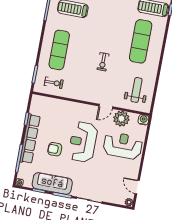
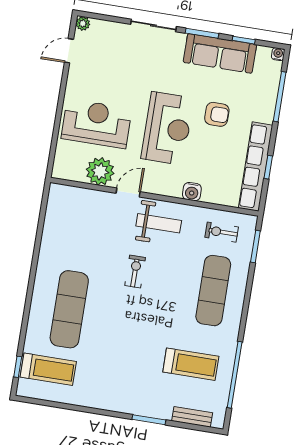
weight bench: (137, 90) -> (159, 223), moved, turned -90
water cooler: (143, 120) -> (192, 192), moved
row of seats: (30, 139) -> (256, 167), moved
reception desk: (123, 146) -> (96, 124), turned 180
door: (137, 187) -> (69, 51), swing flipped

